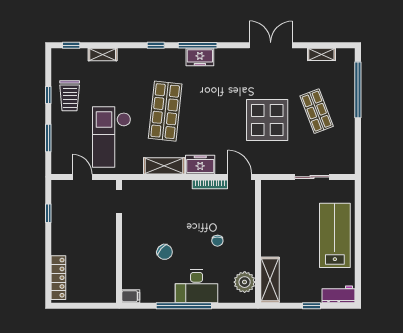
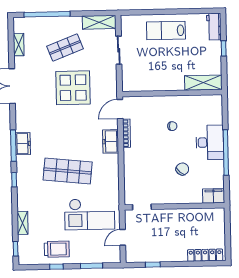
shelving: (164, 166) -> (99, 22), moved, turned 90
lab bench: (335, 235) -> (166, 31), width x0.73, depth x0.72
plant: (245, 282) -> (205, 103), removed
filing cabinet: (131, 296) -> (214, 196), width x2.00

